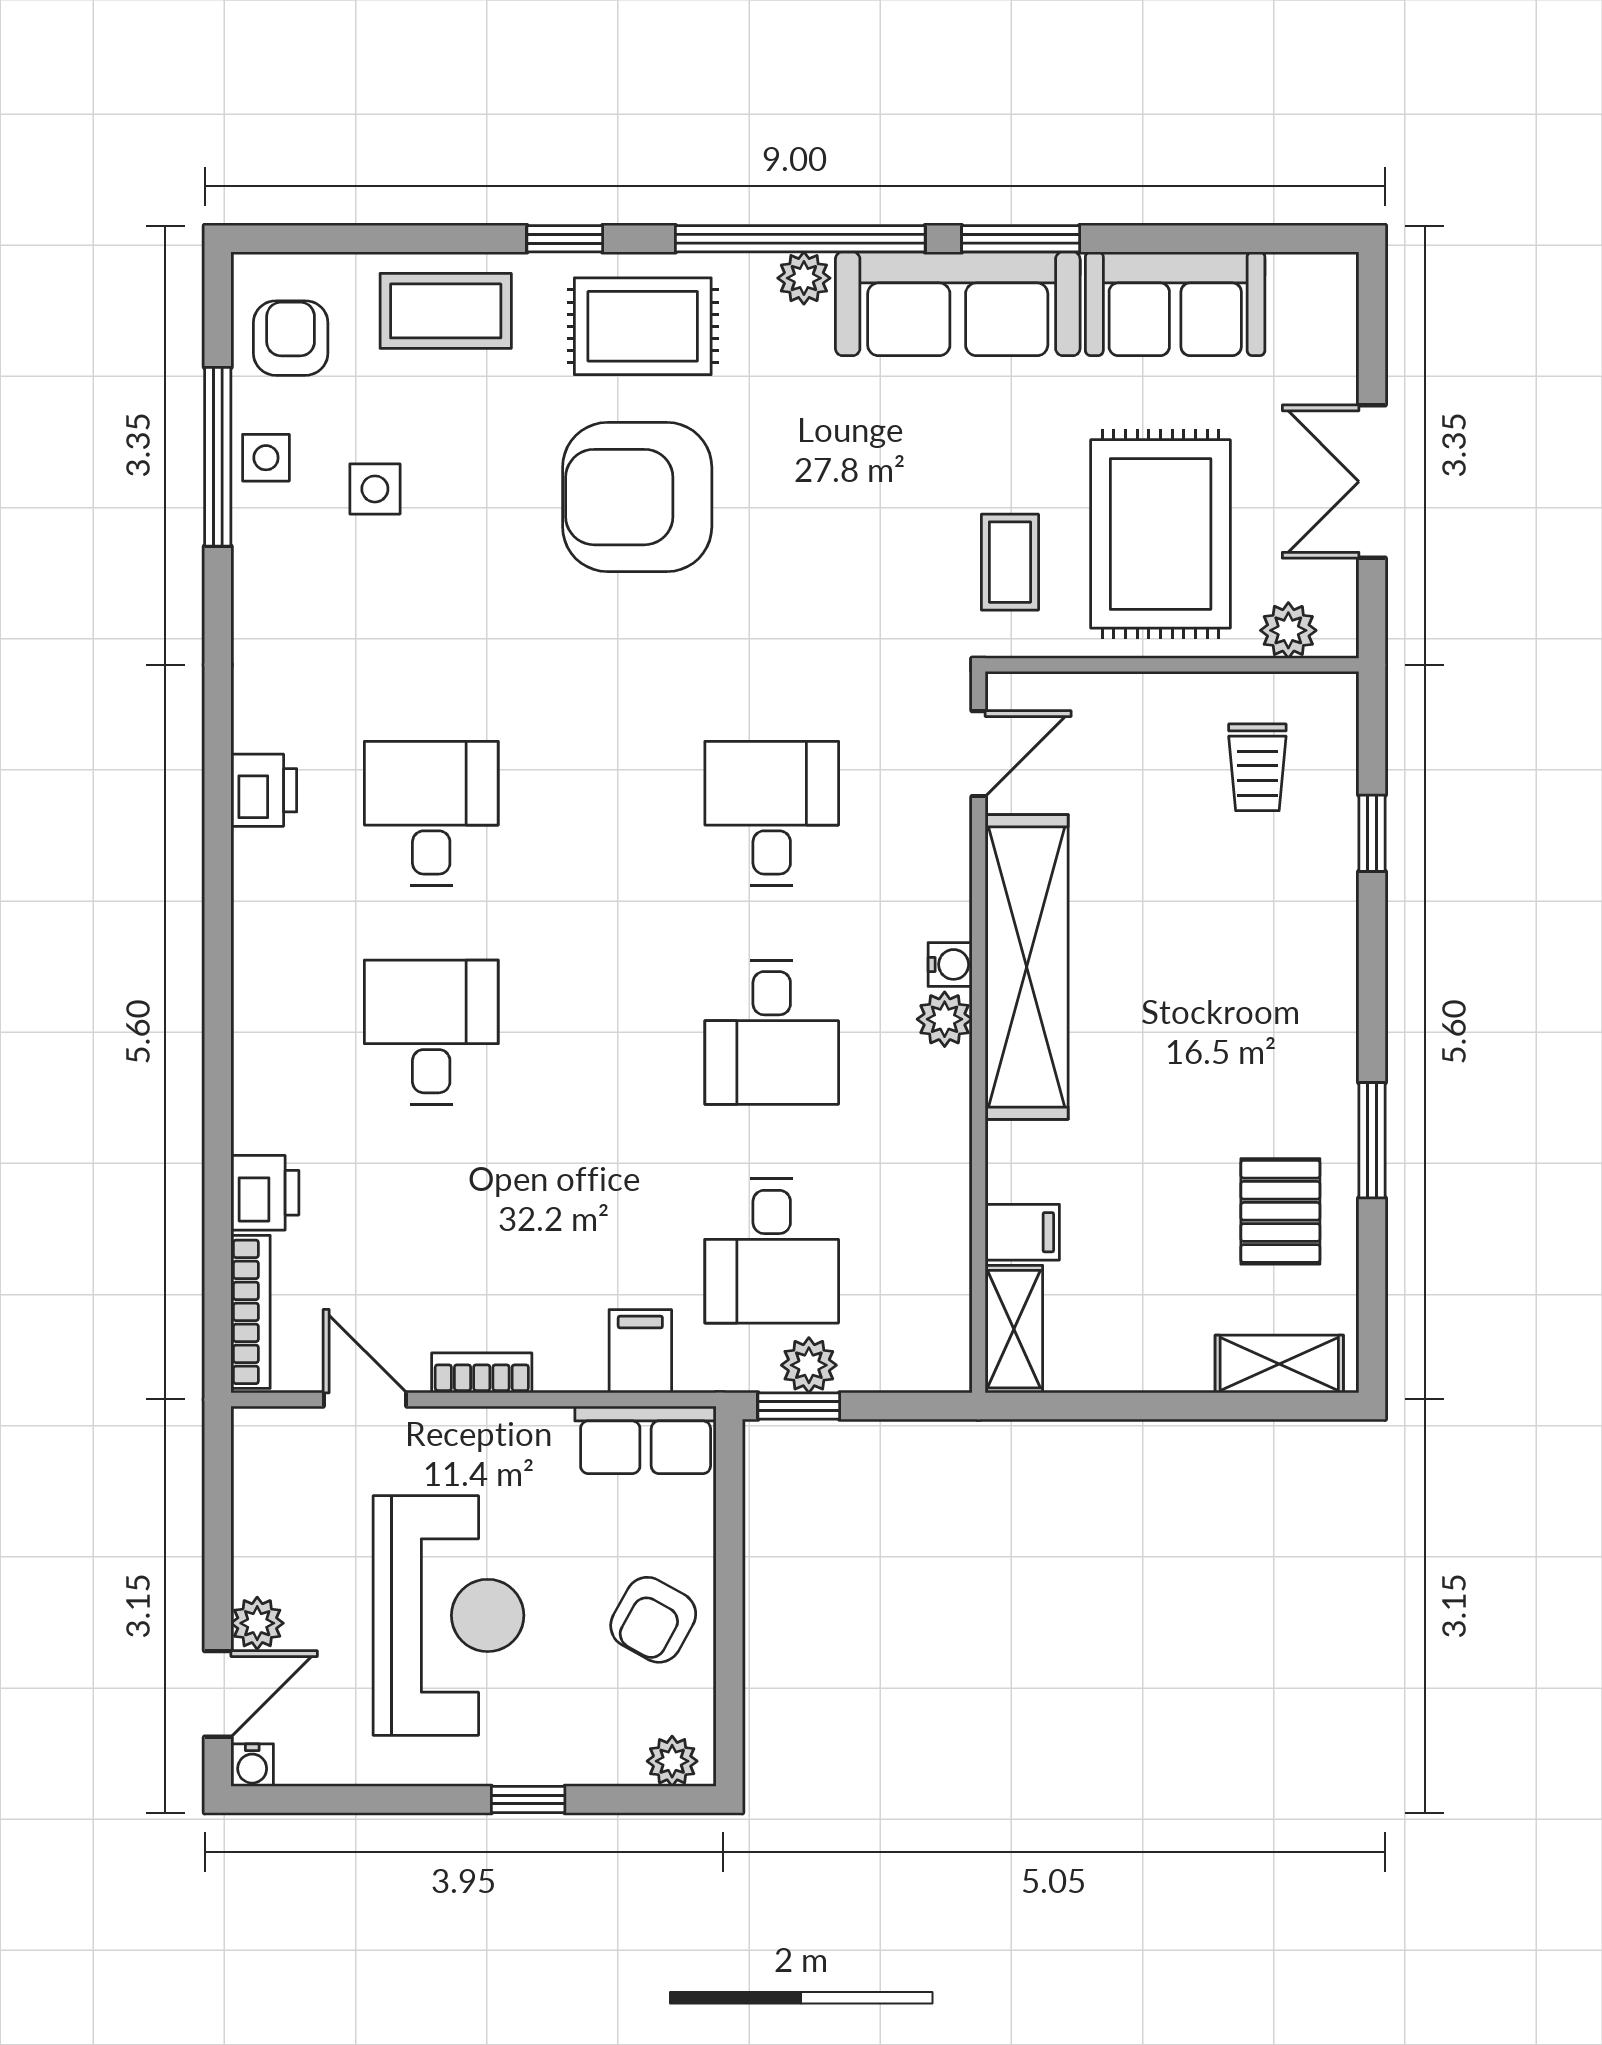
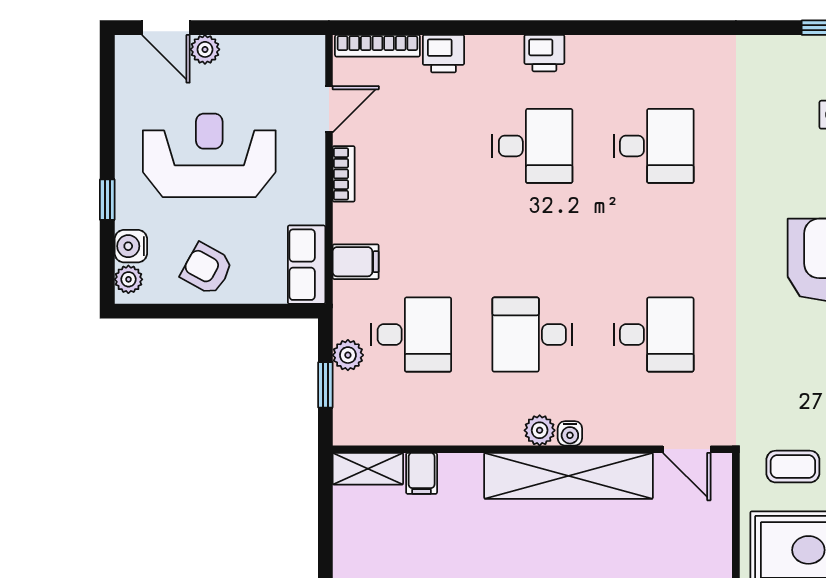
printer: (264, 790) -> (544, 53), moved
desk: (772, 1251) -> (411, 335), turned 180
window: (799, 1406) -> (325, 385), moved
reception desk: (448, 1615) -> (209, 155), turned 180
water cooler: (252, 1765) -> (131, 246), moved, width x1.38, depth x1.38

